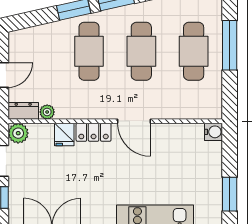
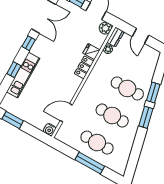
door: (134, 121) -> (66, 113), moved

